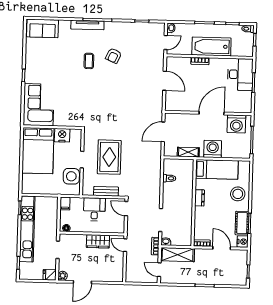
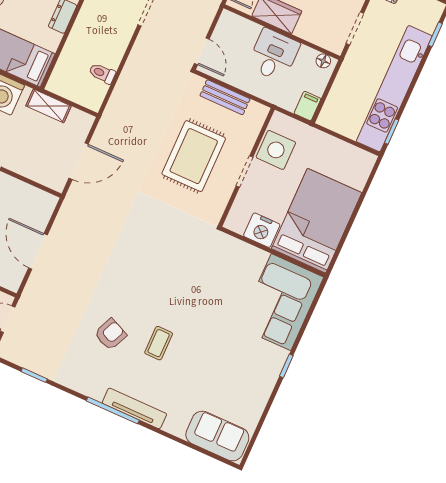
desk: (94, 209) -> (274, 55), moved, turned 180

